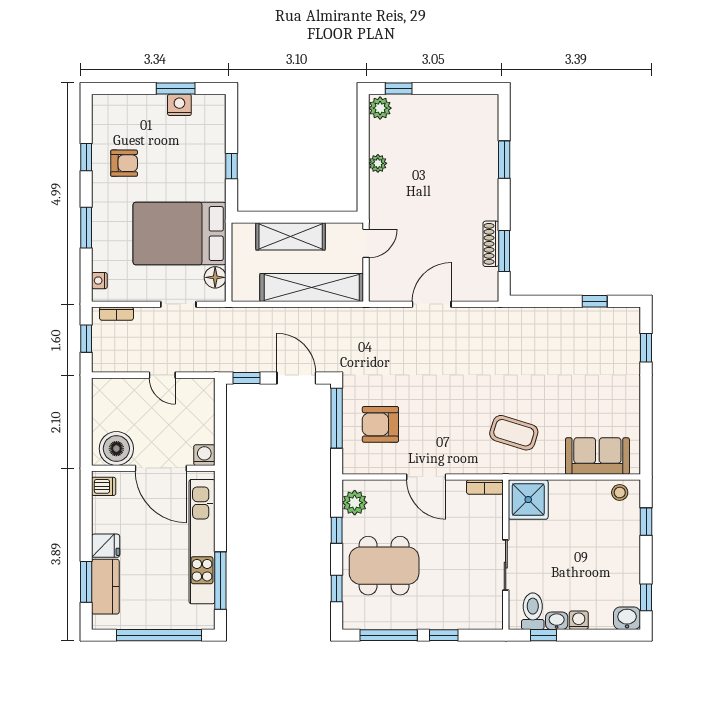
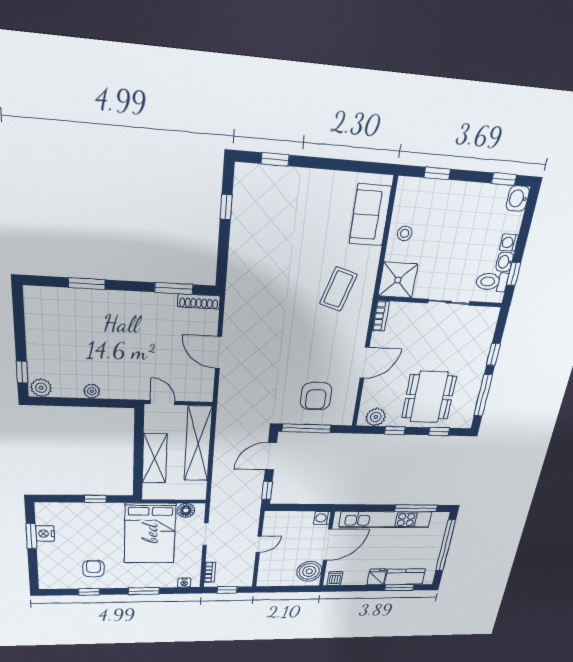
shoe rack: (491, 244) -> (199, 301), moved
stool: (620, 492) -> (405, 233), moved

